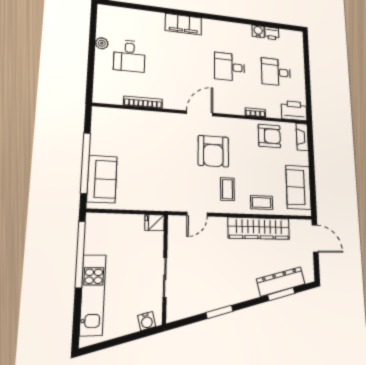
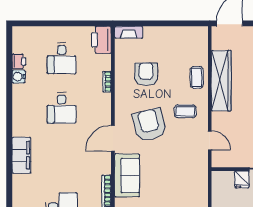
door: (200, 113) -> (113, 138), hinge flipped
armchair: (269, 136) -> (146, 74), moved
armchair: (213, 151) -> (149, 125), turned -104
sofa: (298, 187) -> (127, 175), moved, turned -90
fridge: (155, 223) -> (242, 179), moved

